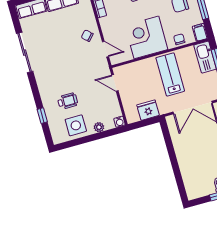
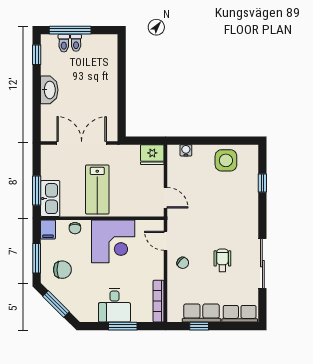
wheelchair: (68, 101) -> (222, 260), moved, turned 90
fridge: (148, 110) -> (152, 155), moved
water cooler: (119, 122) -> (186, 150), moved
plant: (99, 127) -> (199, 151), removed

